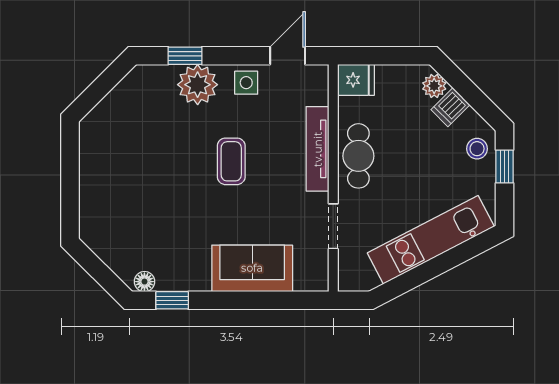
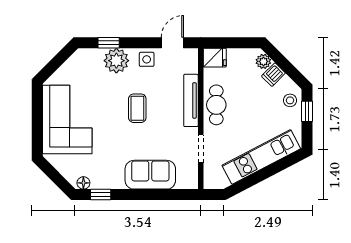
corner sofa: (118, 180) -> (67, 120), added

